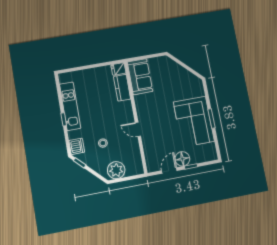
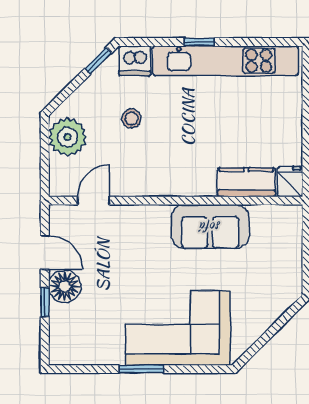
sofa: (140, 77) -> (210, 227), moved
kitchen unit: (70, 106) -> (225, 61), width x1.36
corner sofa: (194, 122) -> (178, 328), moved
door: (138, 129) -> (94, 201), moved

